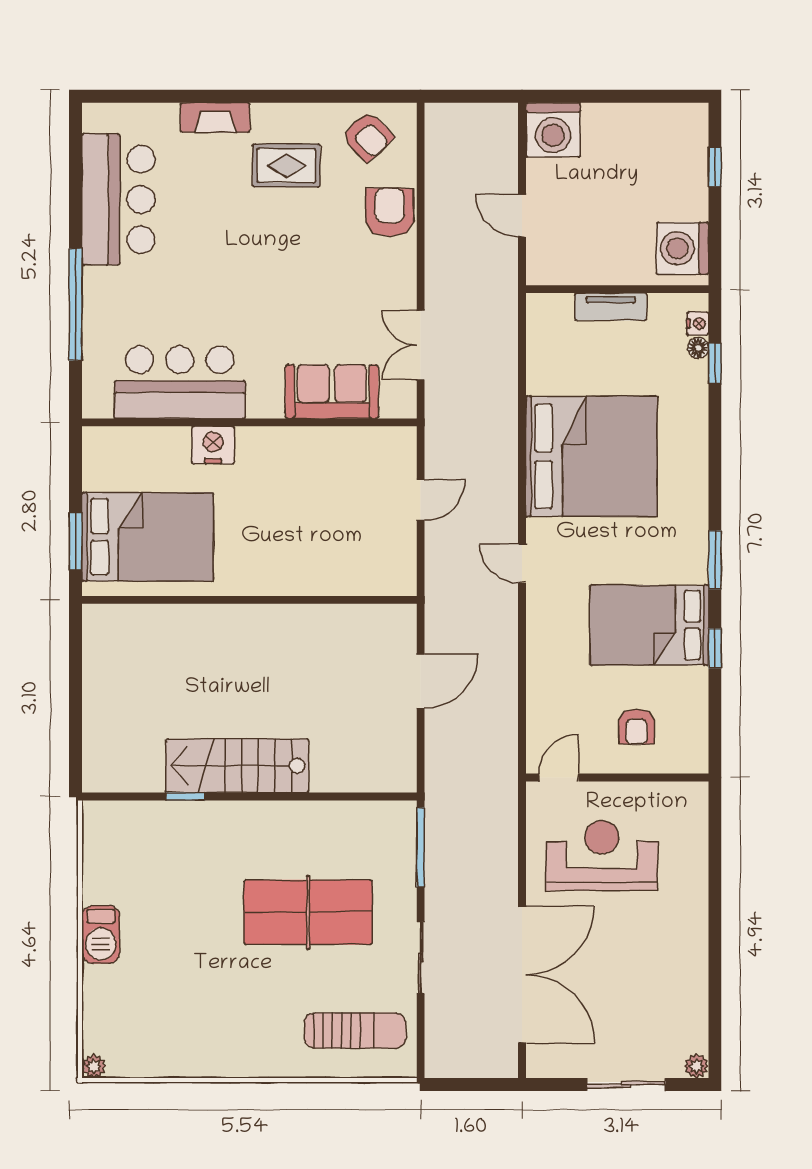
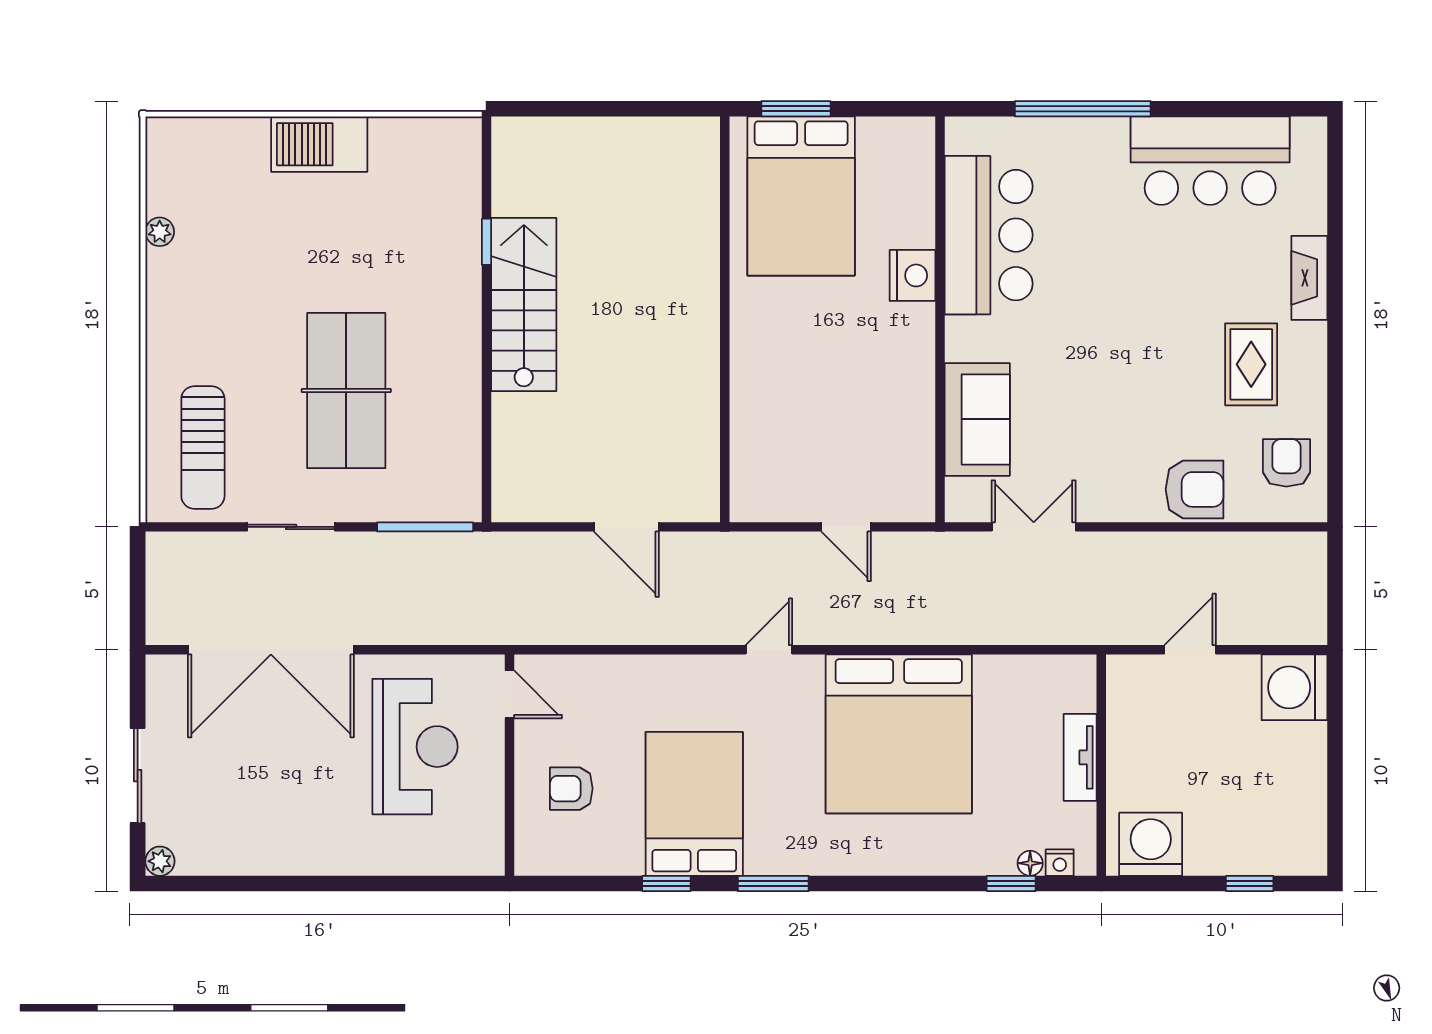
armchair: (368, 136) -> (1286, 463), turned 133
barbecue: (101, 935) -> (319, 144), width x1.37, depth x1.21
plant: (94, 1066) -> (160, 232), moved

